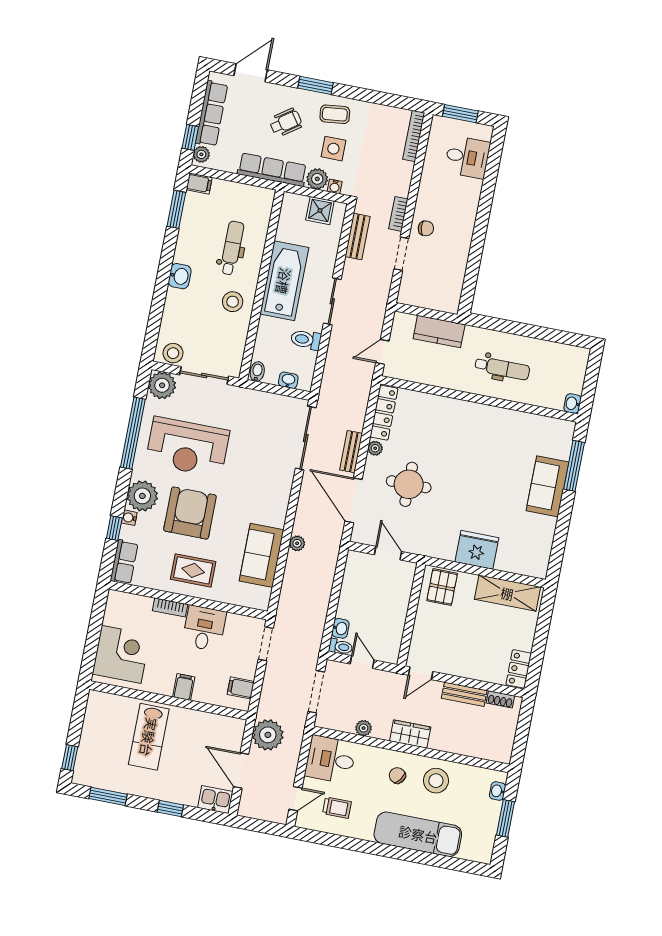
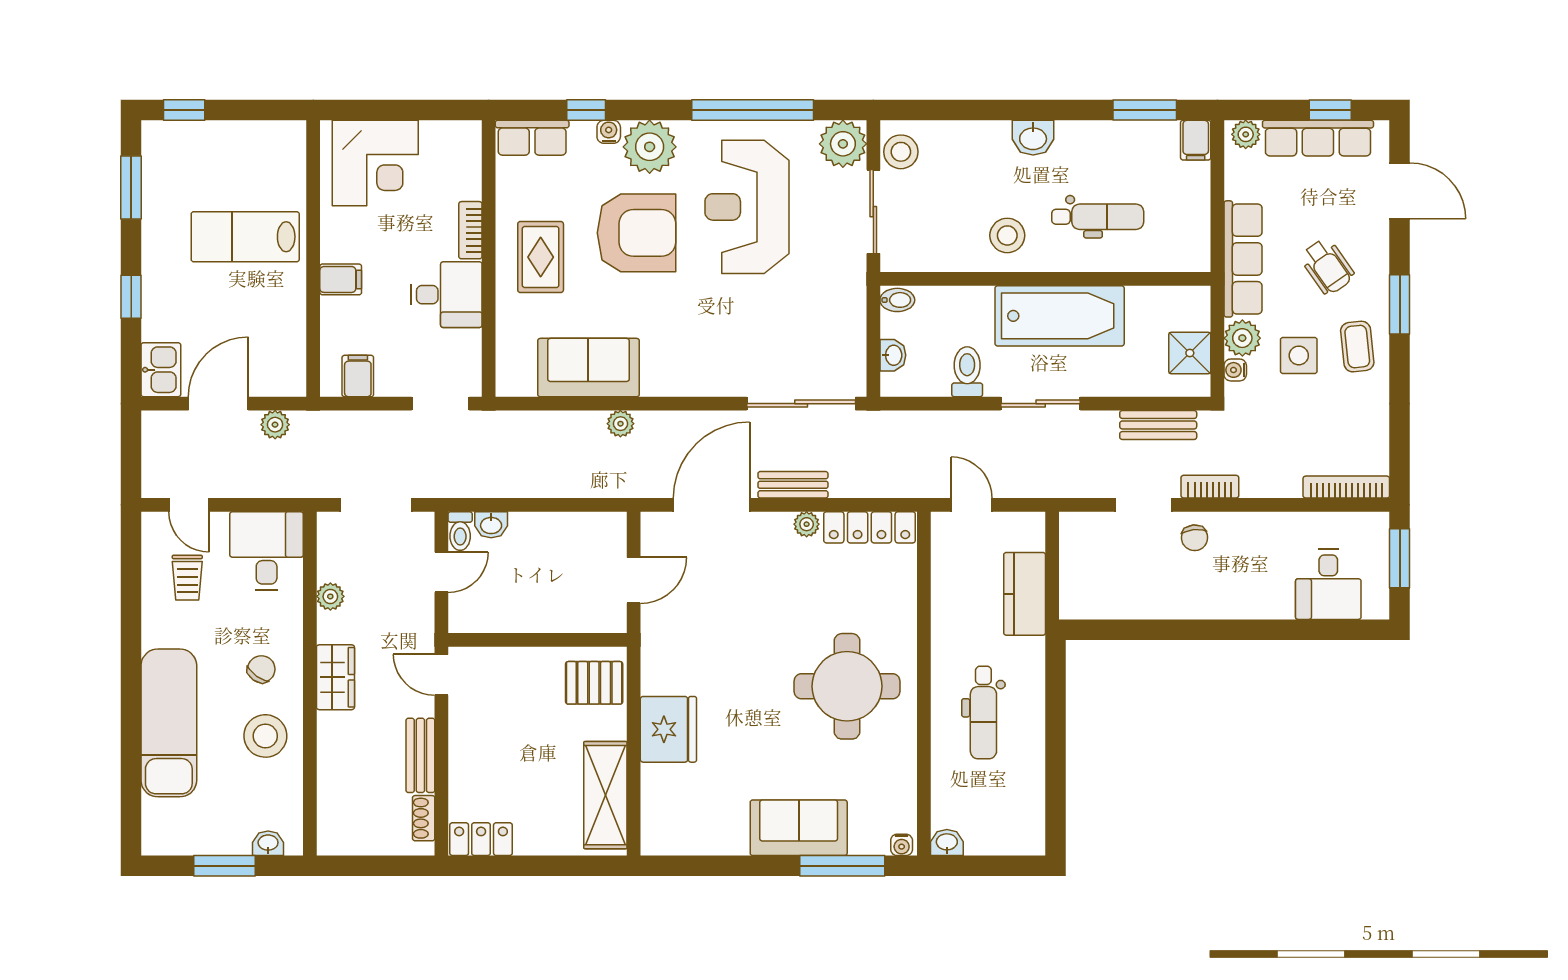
window: (190, 137) -> (1330, 110), moved
water cooler: (569, 430) -> (902, 845), added
round table: (409, 484) -> (847, 686), moved, width x1.36, depth x1.36
plant: (268, 735) -> (275, 425), width x0.53, depth x0.53

